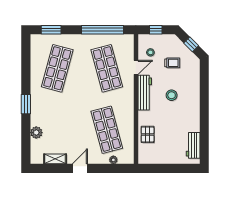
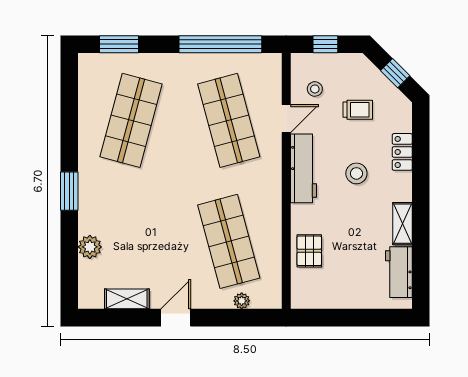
locker: (195, 84) -> (402, 152), added
shelving: (195, 121) -> (403, 224), added

